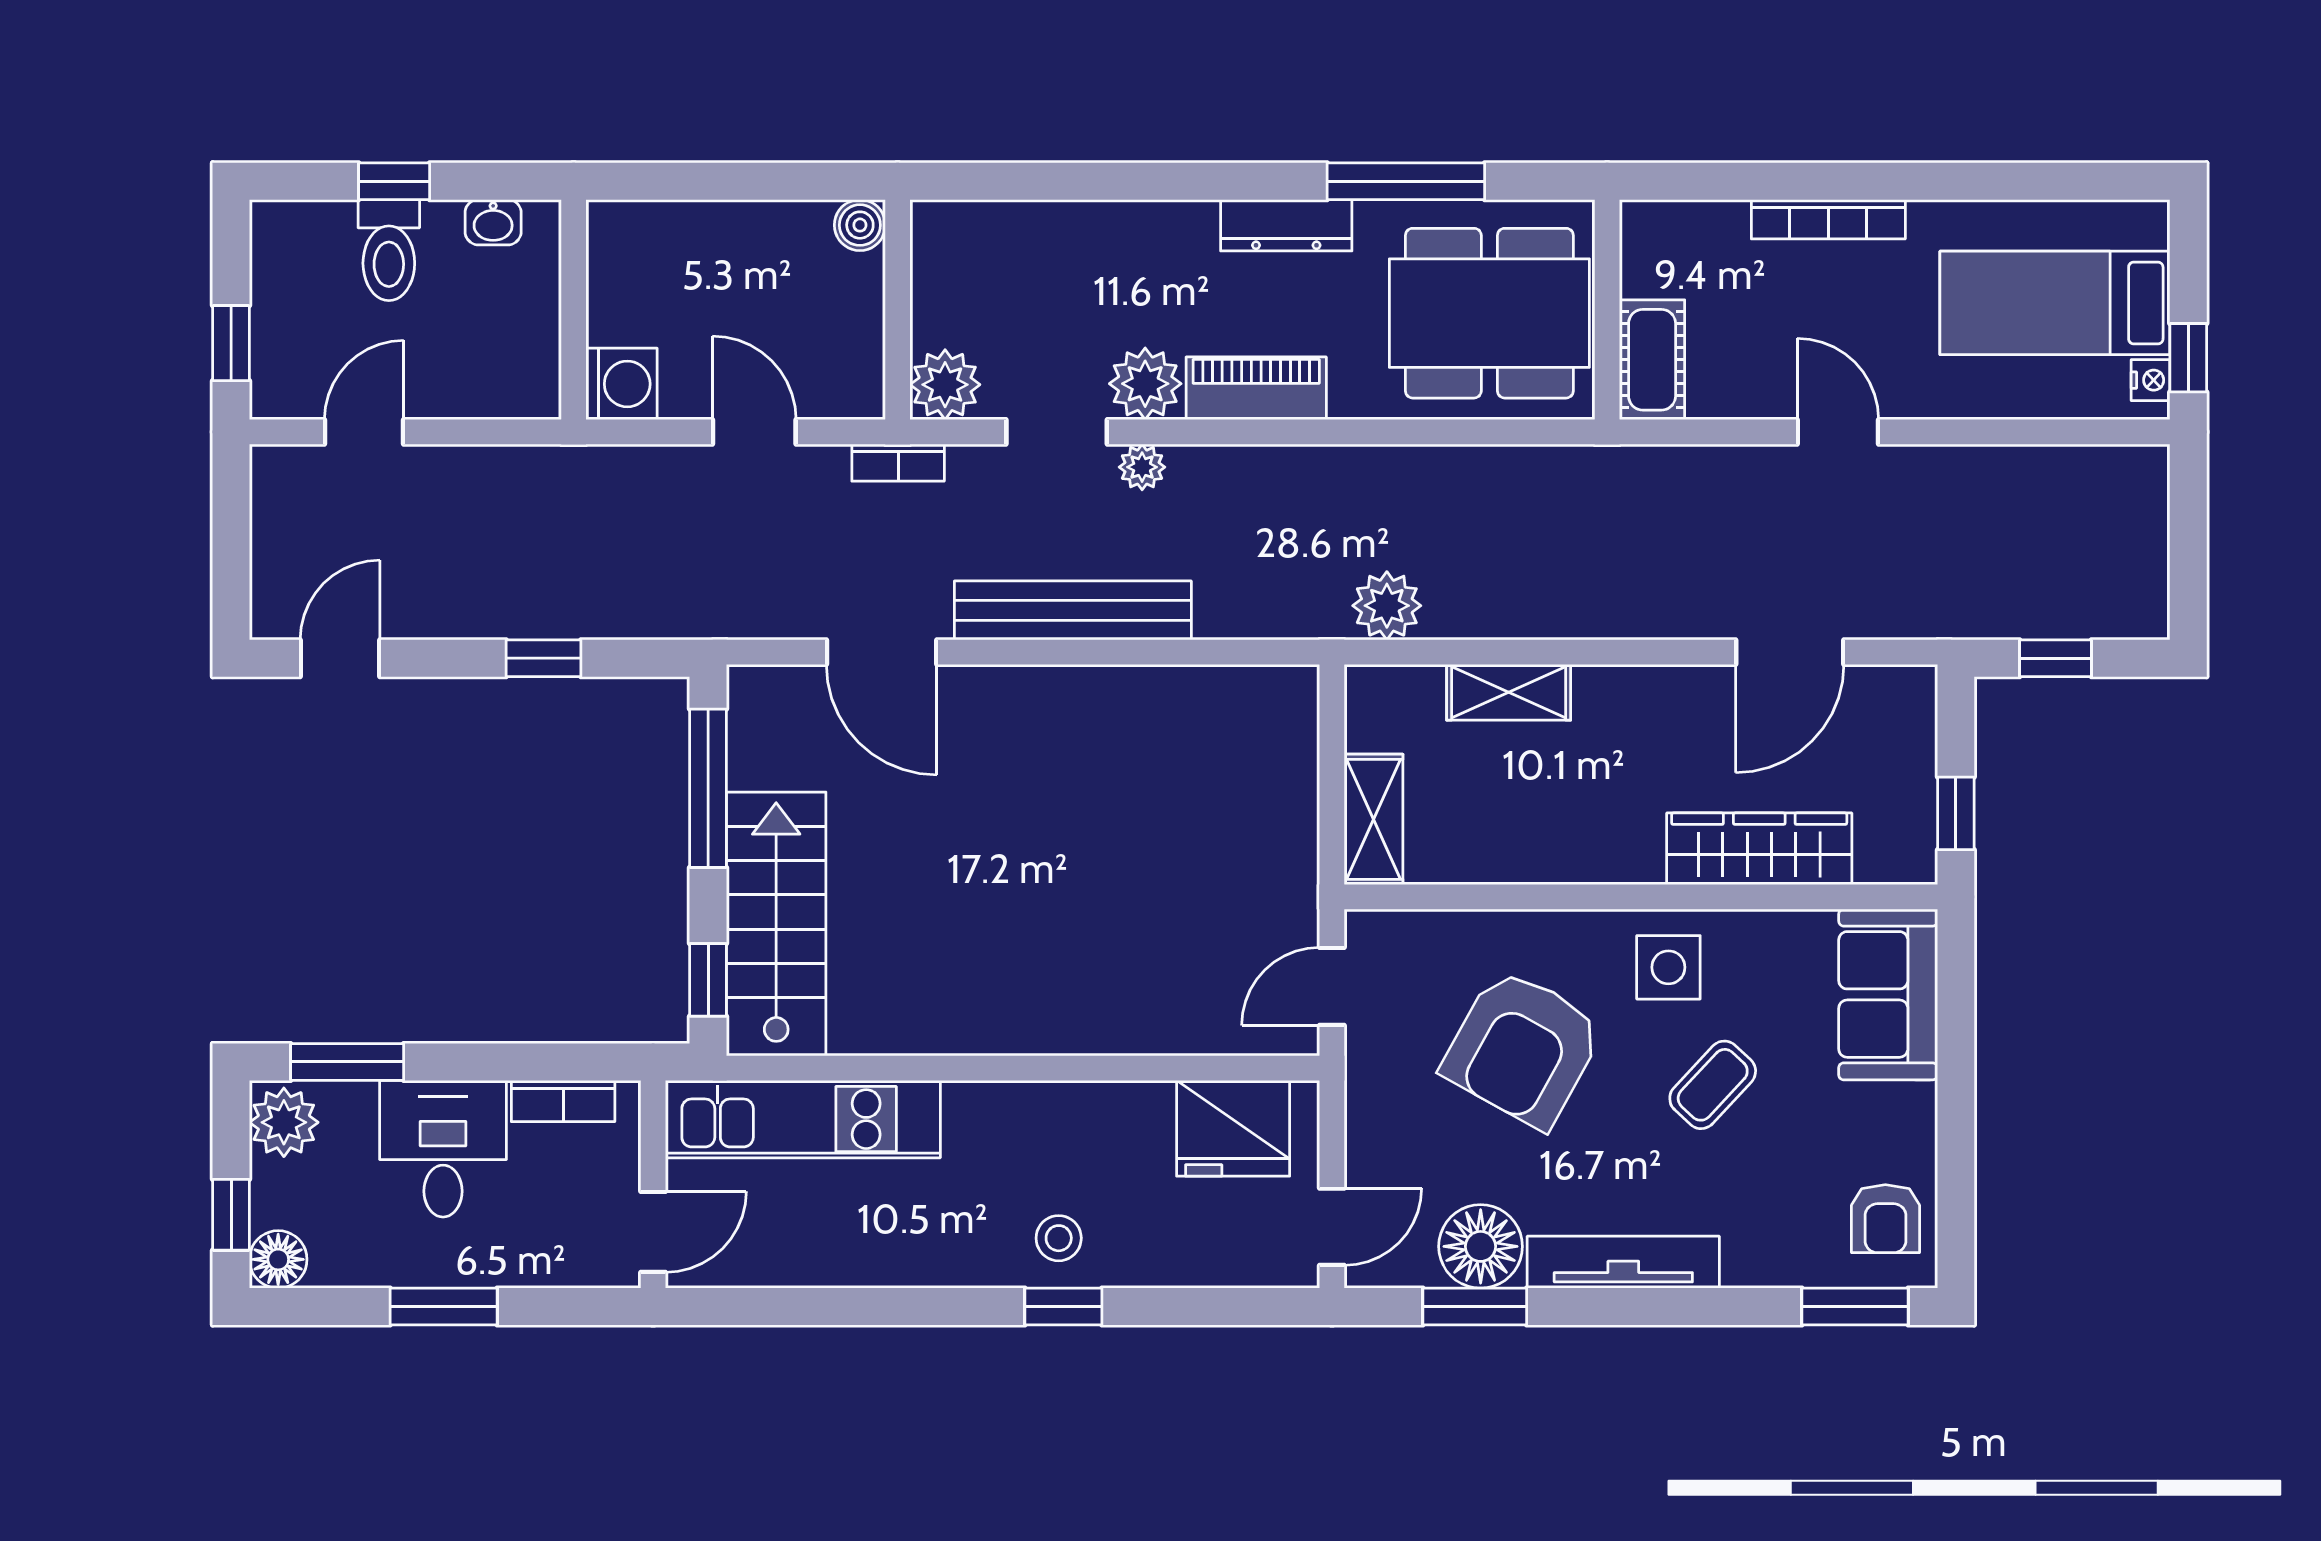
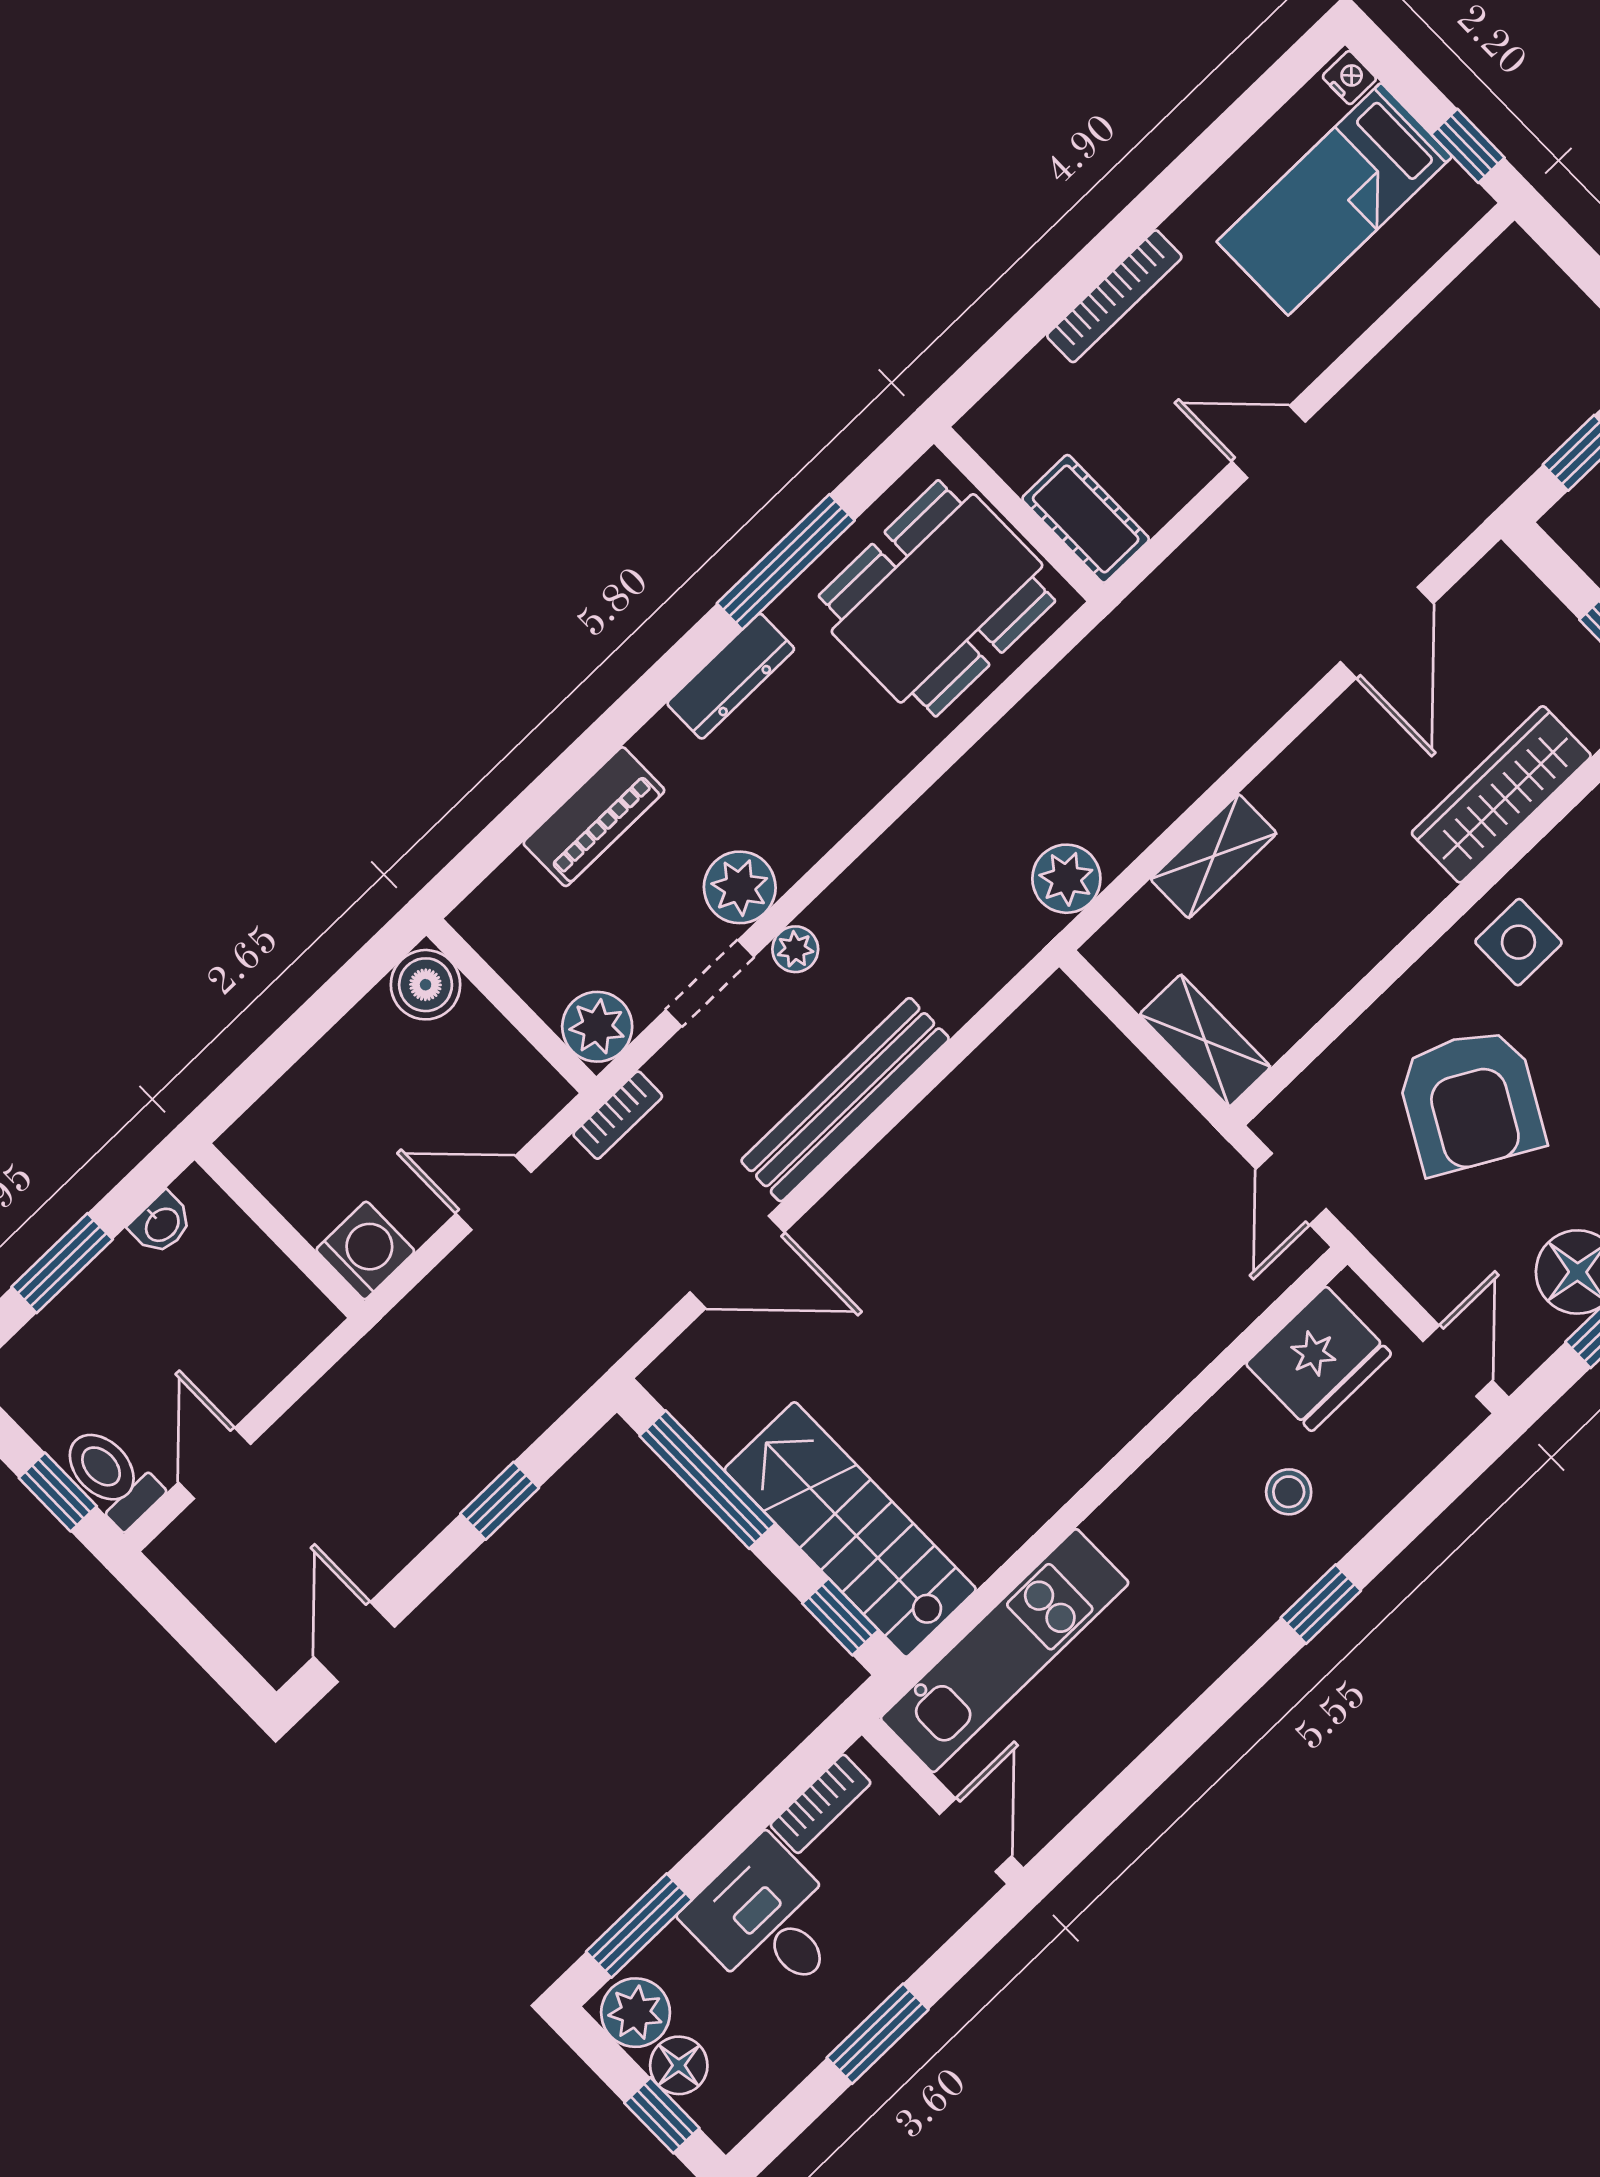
window: (394, 181) -> (62, 1263), width x1.50
boiler: (860, 225) -> (426, 985), width x1.36, depth x1.36
toilet: (389, 250) -> (111, 1477), moved, turned 180
nightstand: (2151, 380) -> (1349, 78), moved
piano: (1256, 388) -> (594, 817), moved, turned 180
stool: (1059, 1238) -> (1289, 1492), moved
floor lamp: (278, 1259) -> (679, 2065), moved

